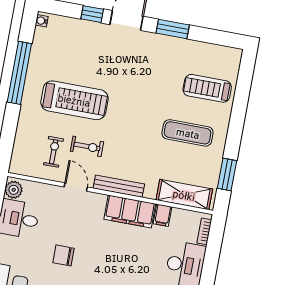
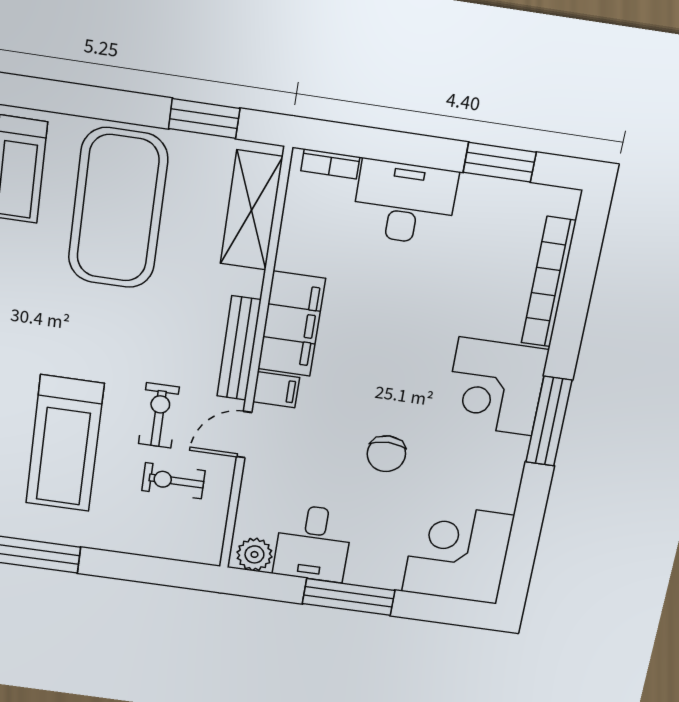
treadmill: (74, 100) -> (65, 444), turned 180
exercise mat: (188, 133) -> (118, 208), width x2.00, depth x1.45
filing cabinet: (163, 215) -> (276, 390), moved

